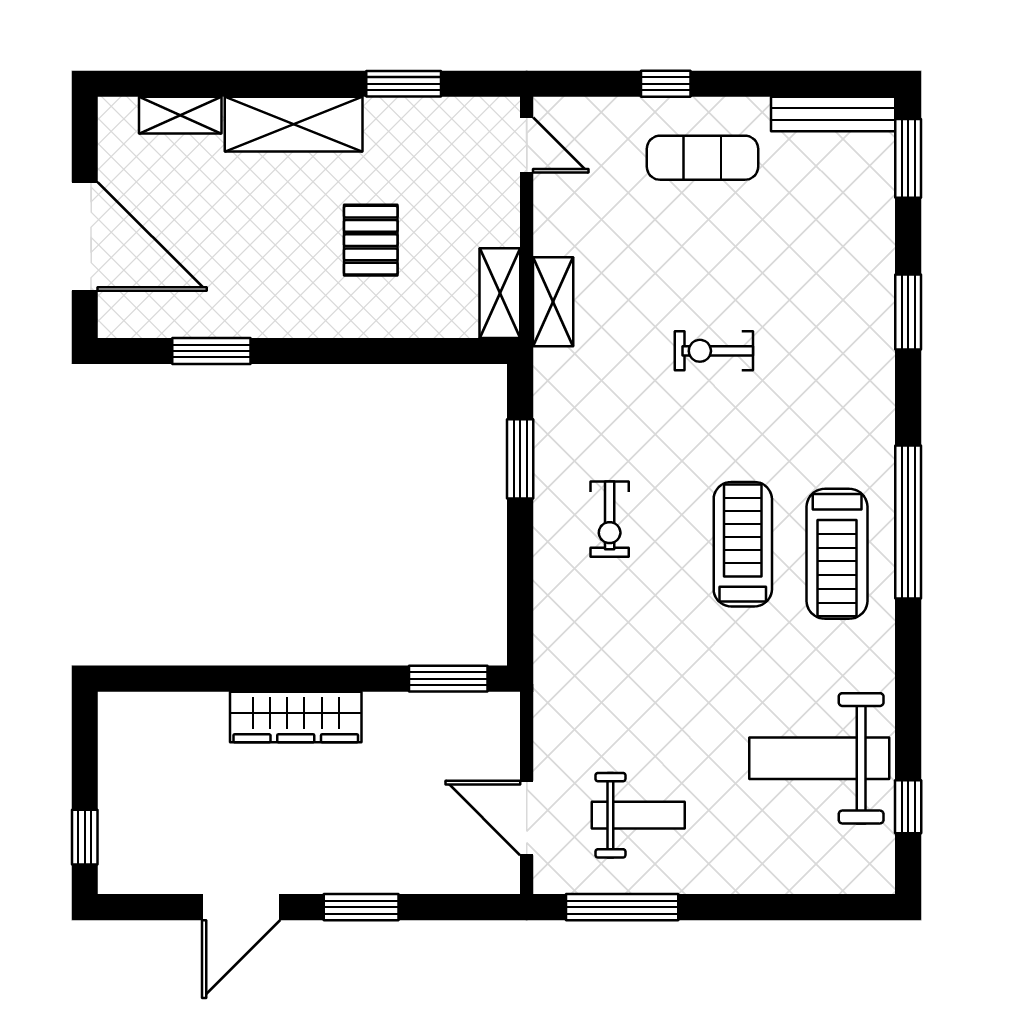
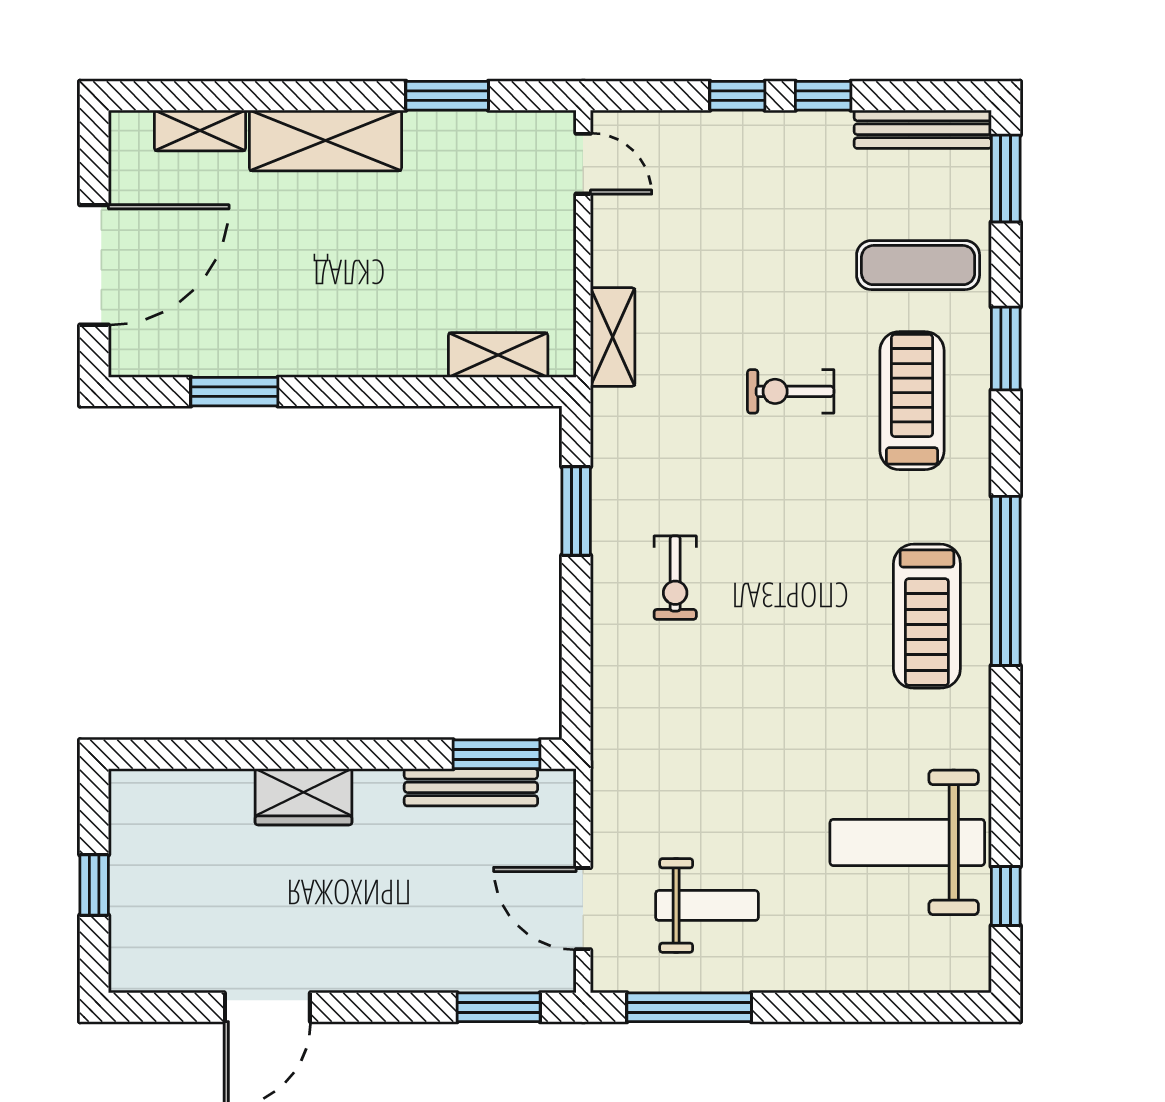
window: (743, 84) -> (823, 96), added
exercise mat: (703, 158) -> (918, 265), moved
door: (85, 237) -> (94, 265), hinge flipped
pallet: (371, 240) -> (411, 269), removed
shelving: (500, 293) -> (498, 355), moved, turned 90
treadmill: (743, 544) -> (912, 401), moved
bench: (425, 708) -> (471, 787), added
wardrobe: (296, 717) -> (303, 797), width x0.67
window: (85, 837) -> (94, 885), moved
window: (361, 907) -> (499, 1007), moved

